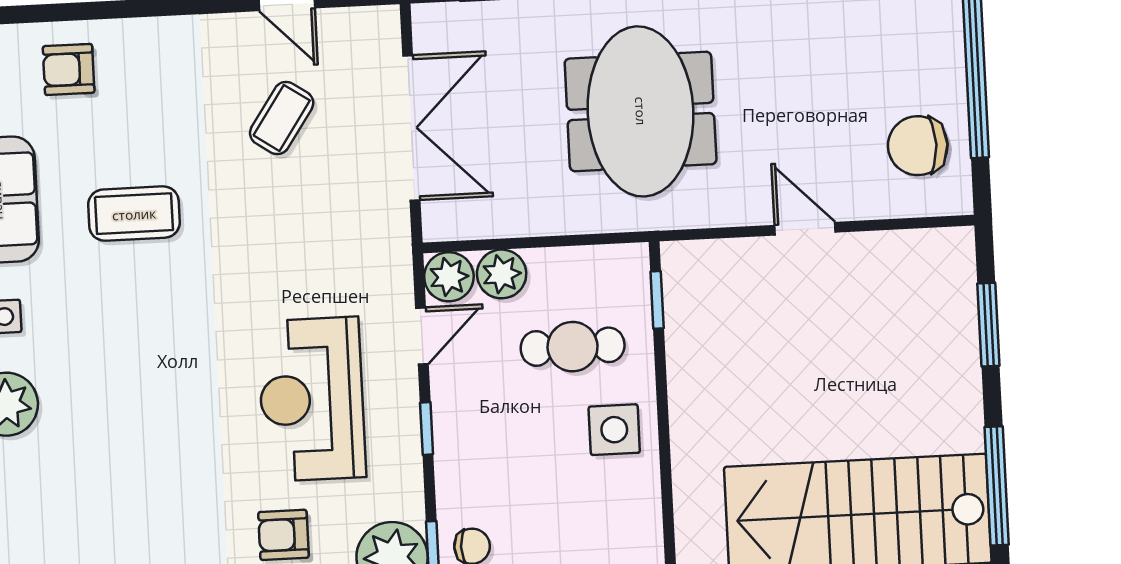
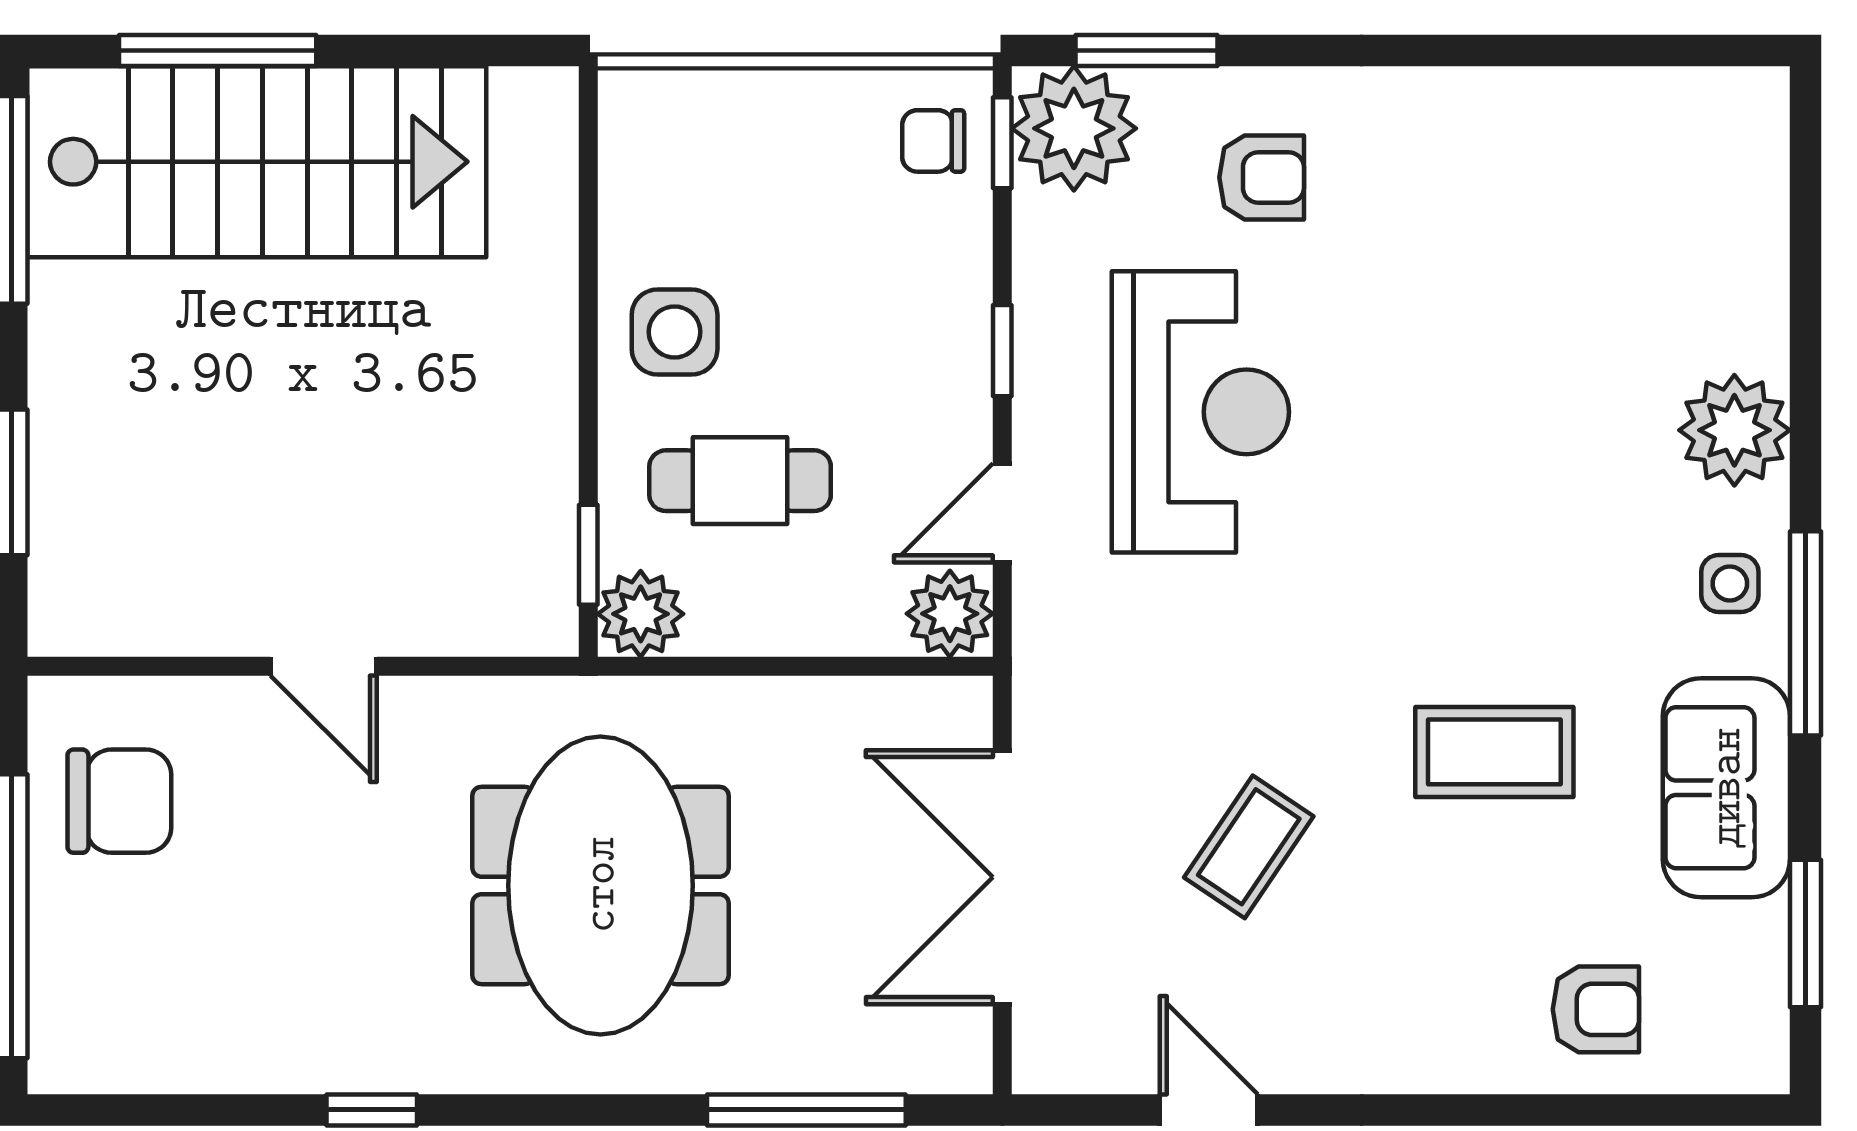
coffee table: (282, 118) -> (1249, 847), moved
plant: (502, 274) -> (641, 614), moved

